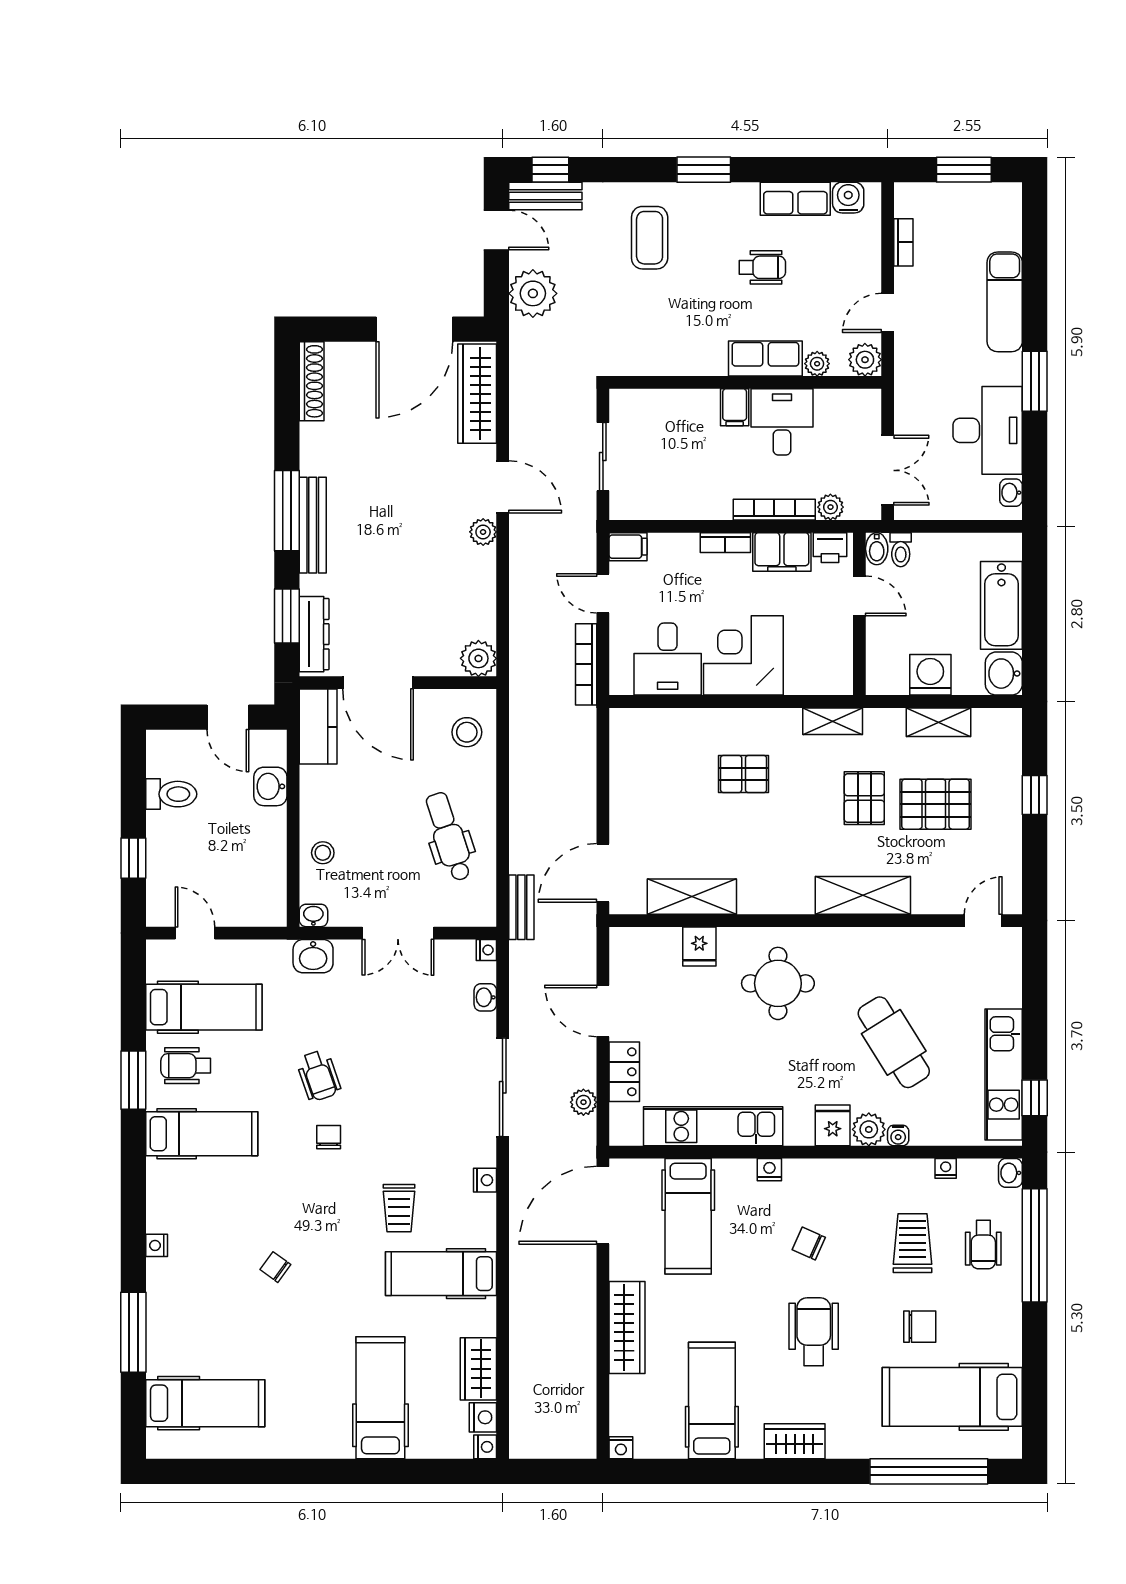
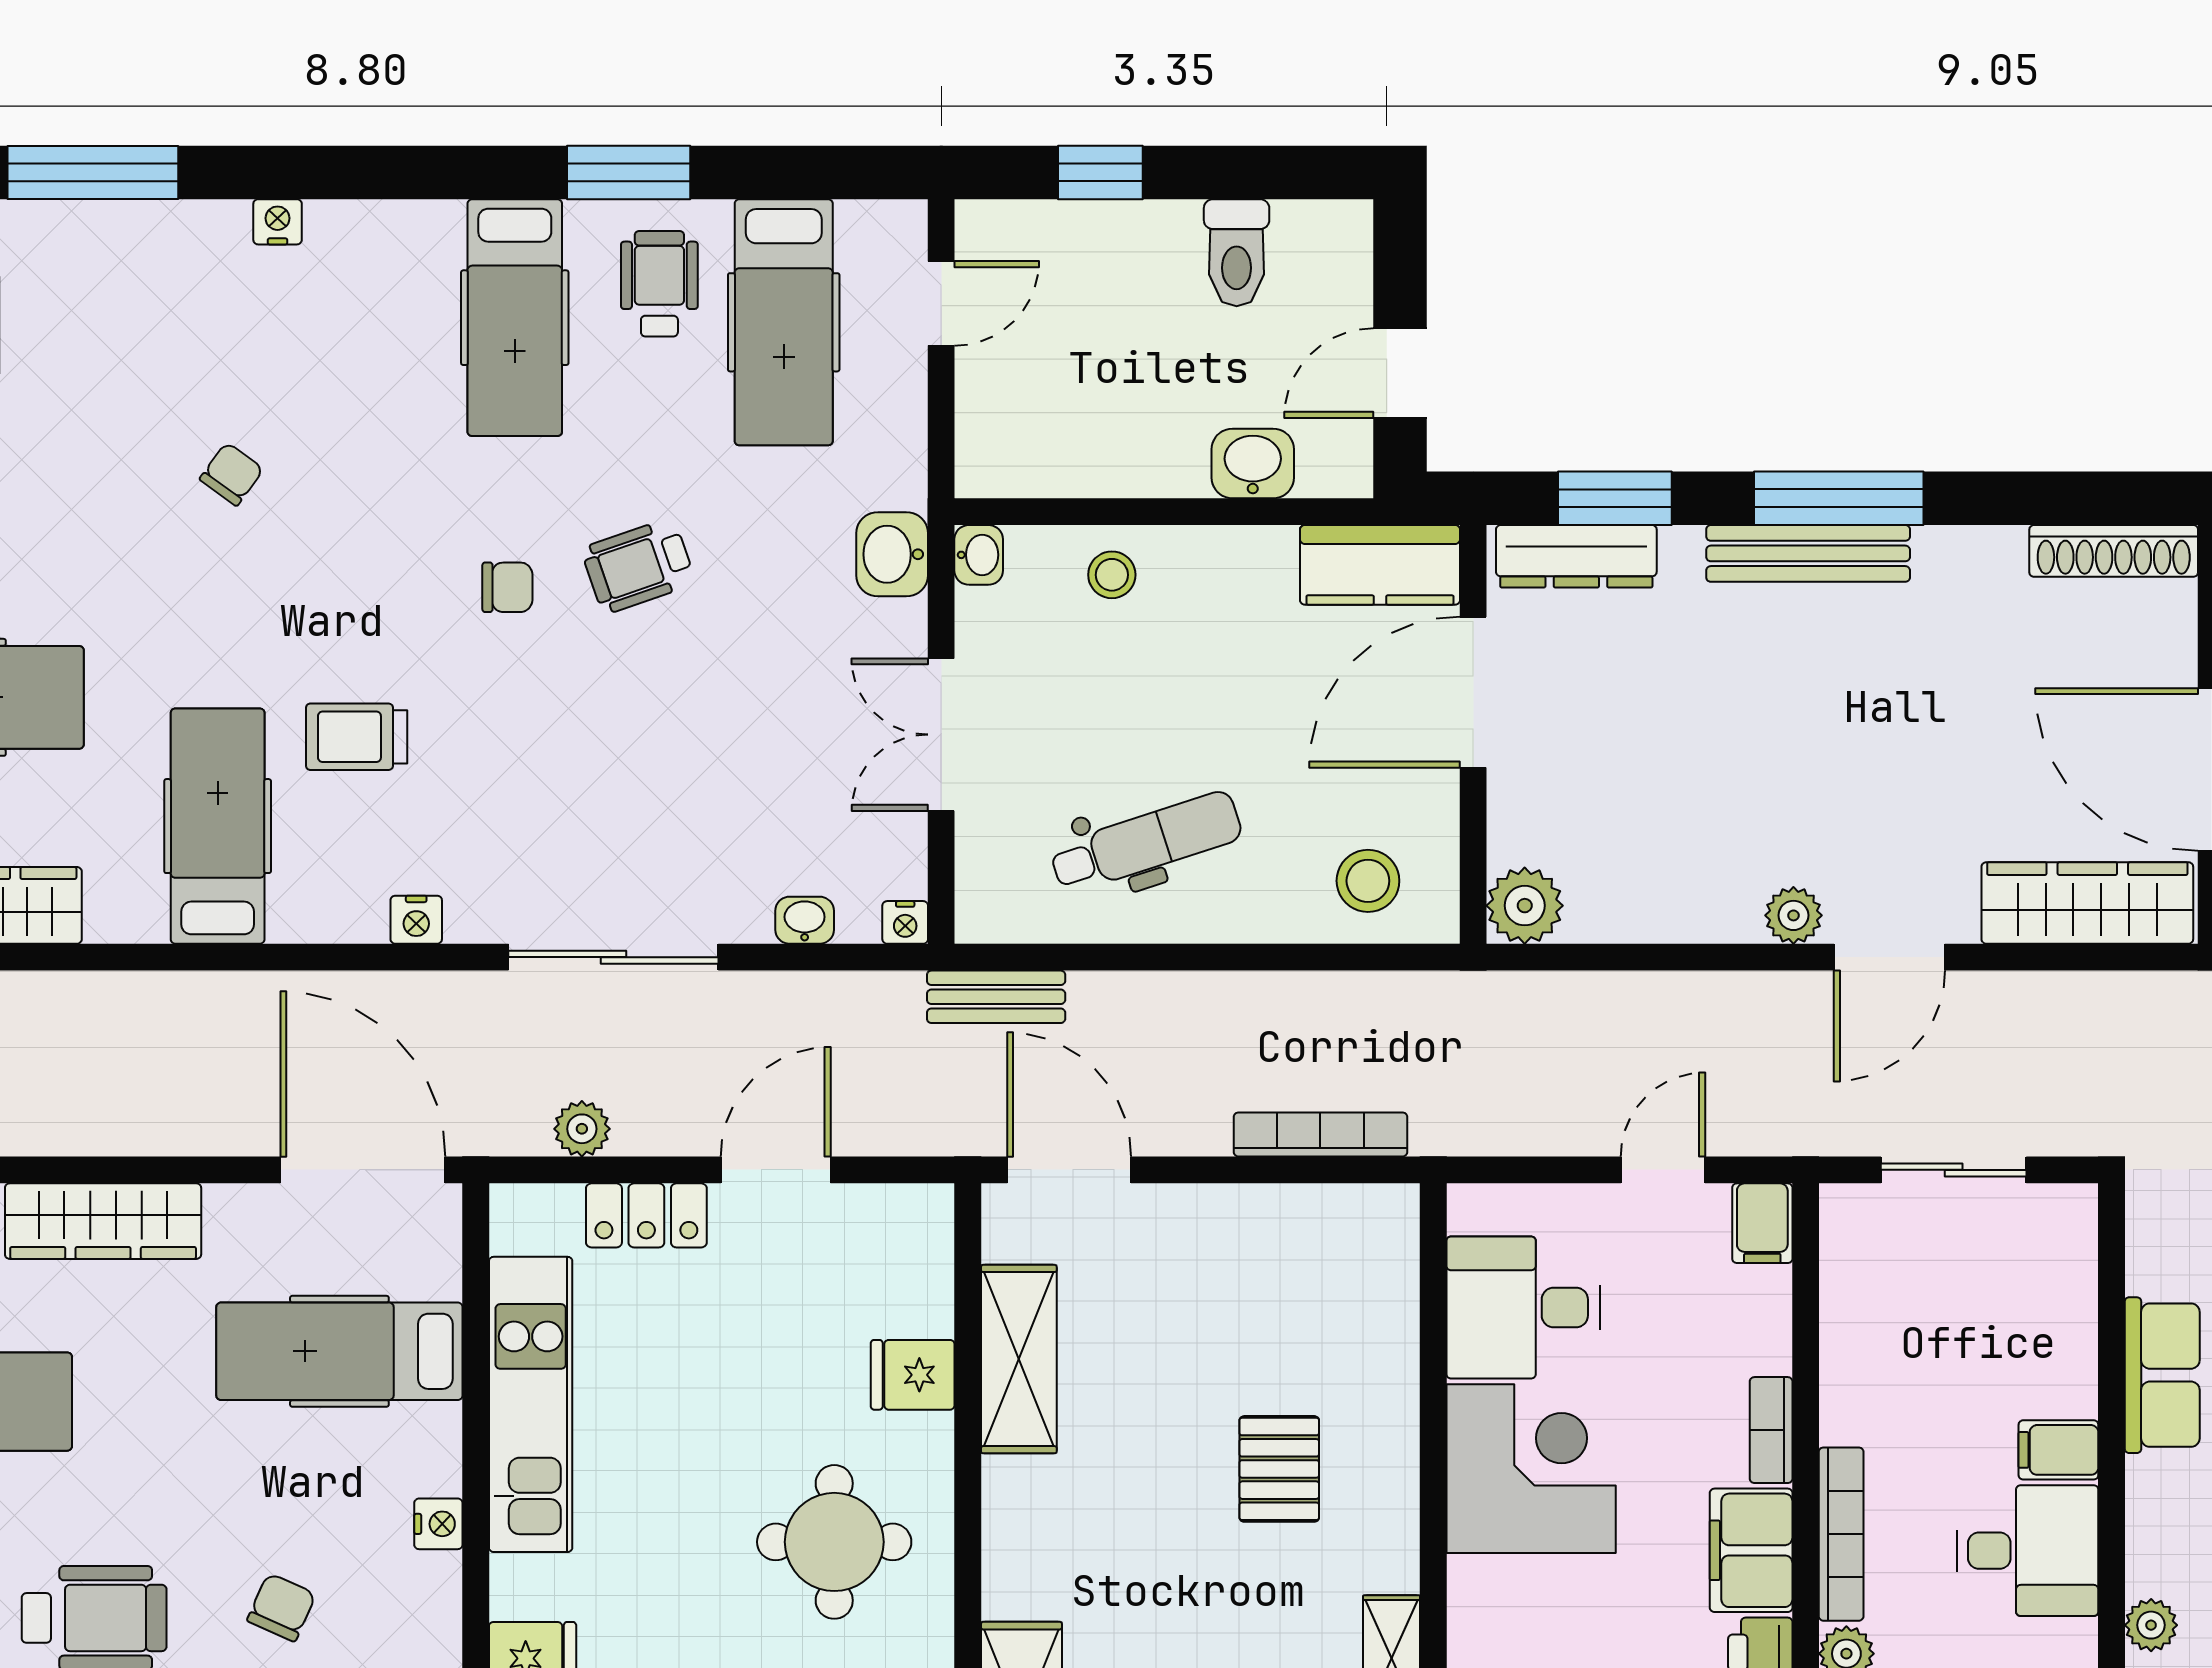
row of seats: (765, 358) -> (2162, 1375), moved
bookcase: (586, 664) -> (1320, 1134), moved

